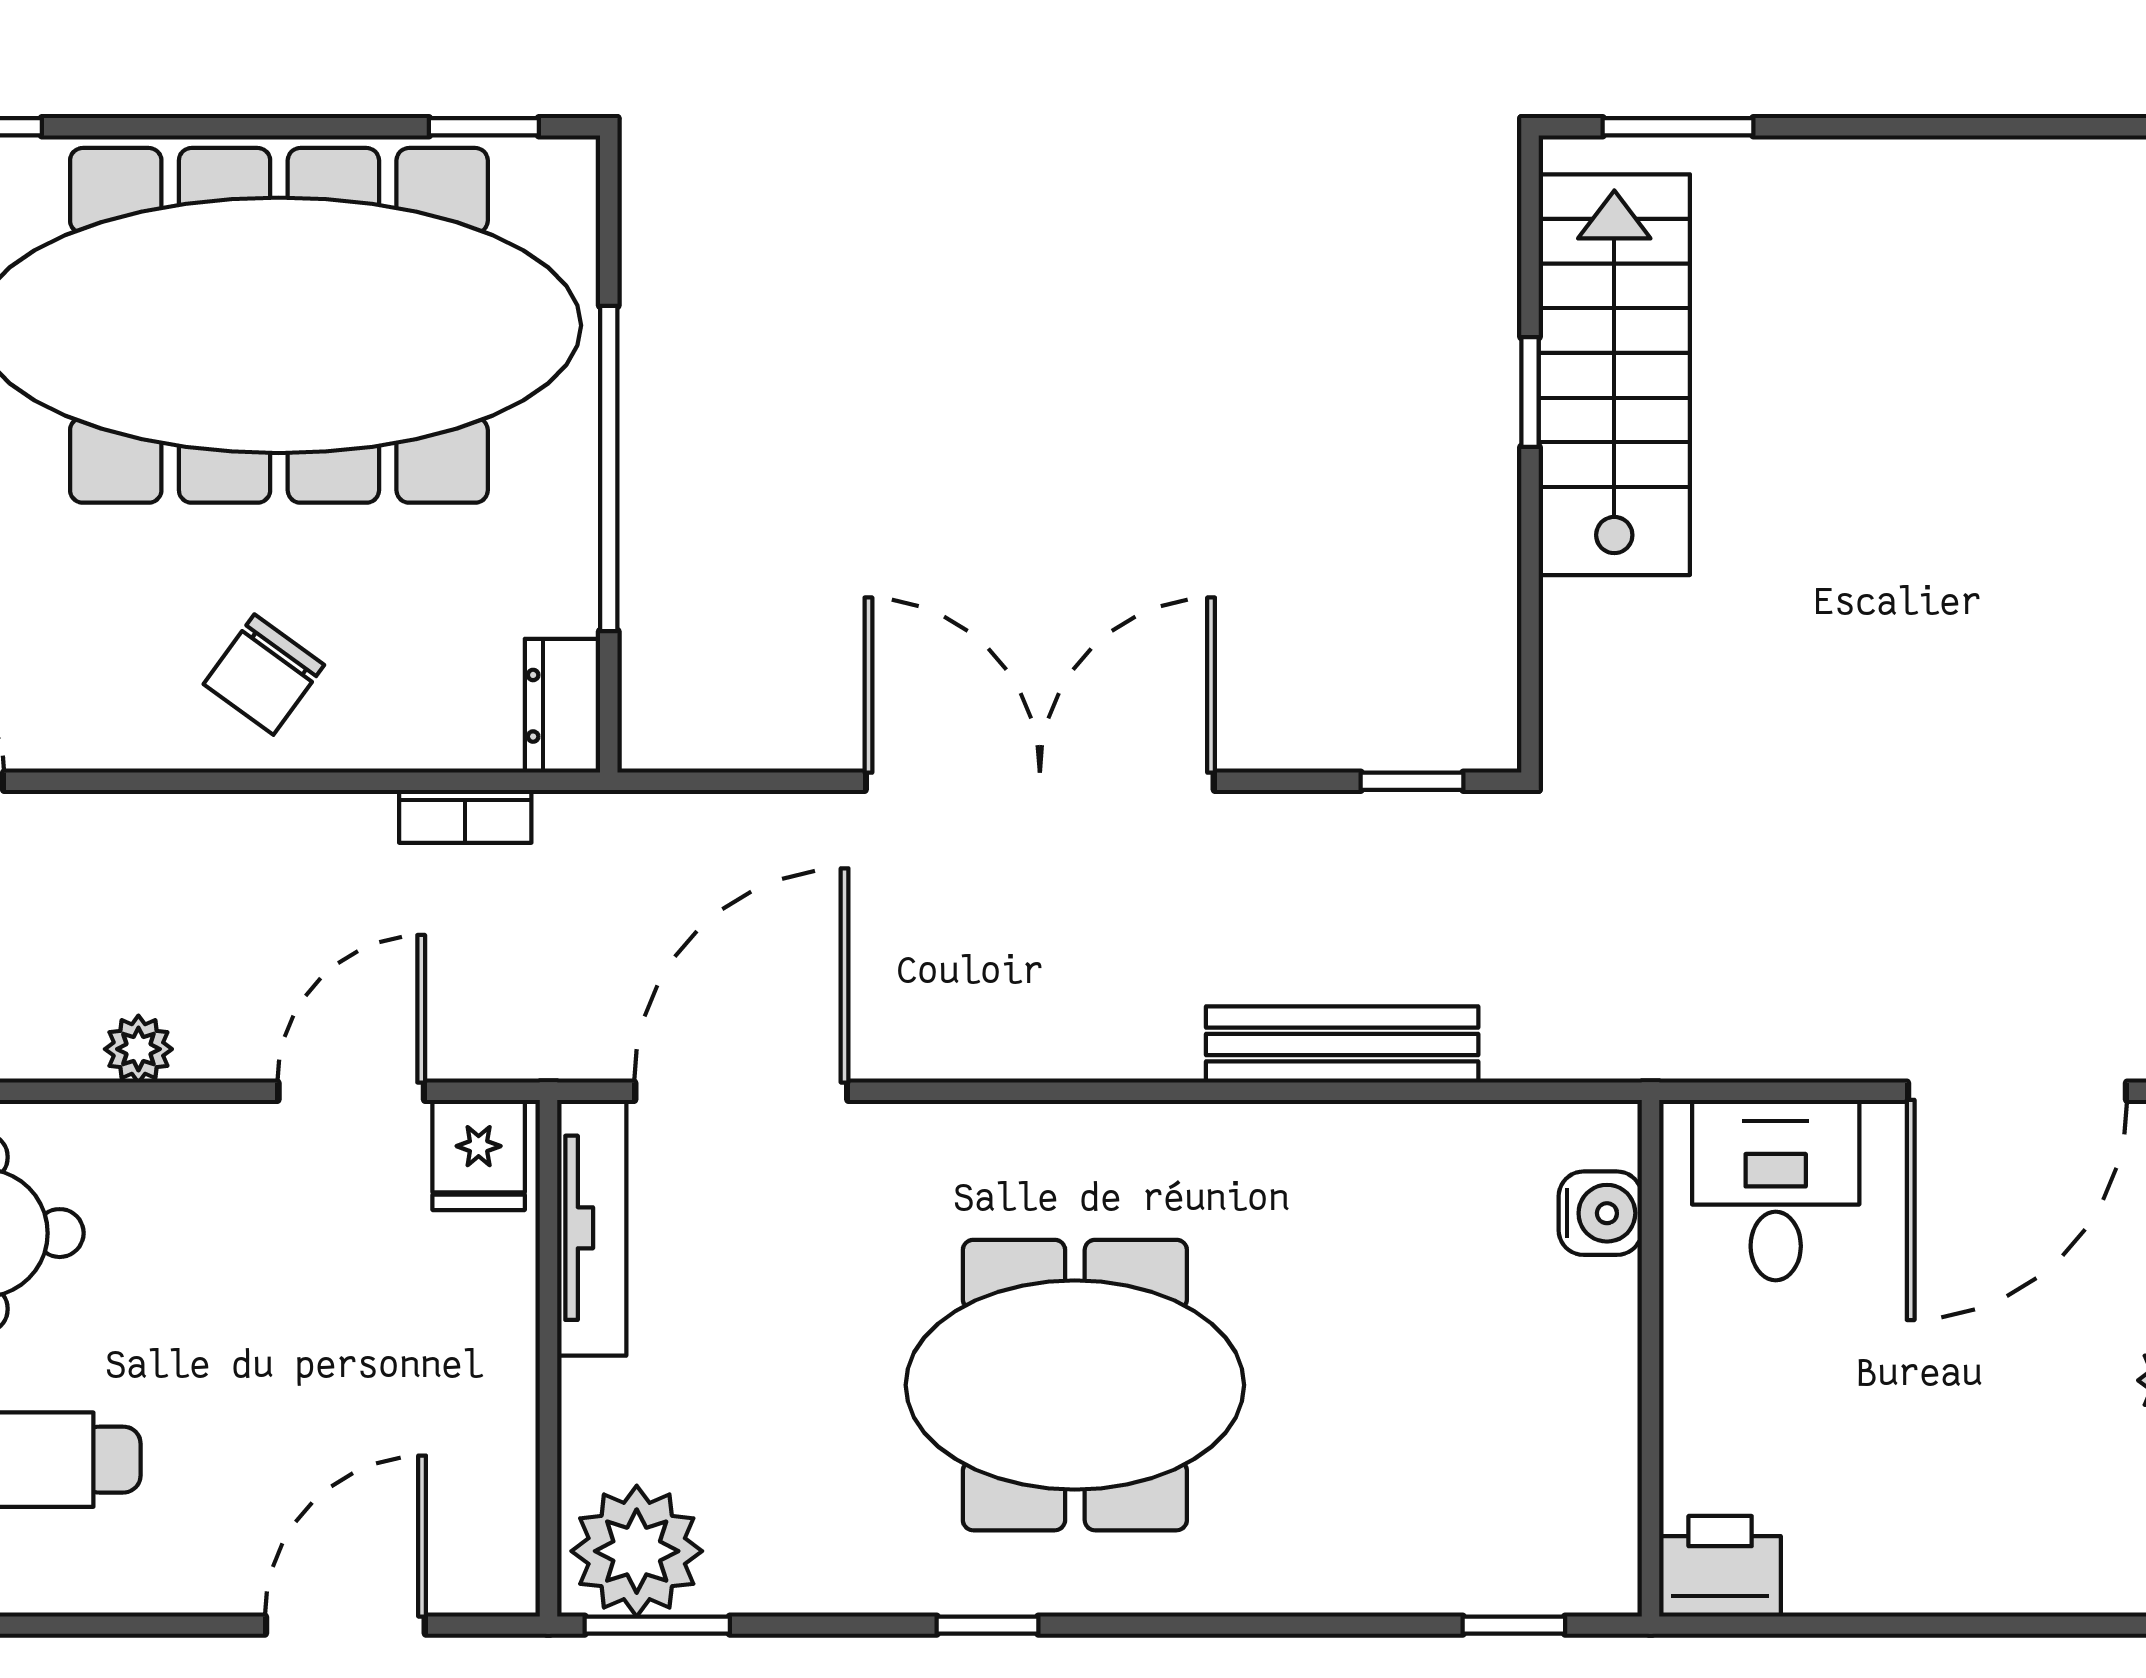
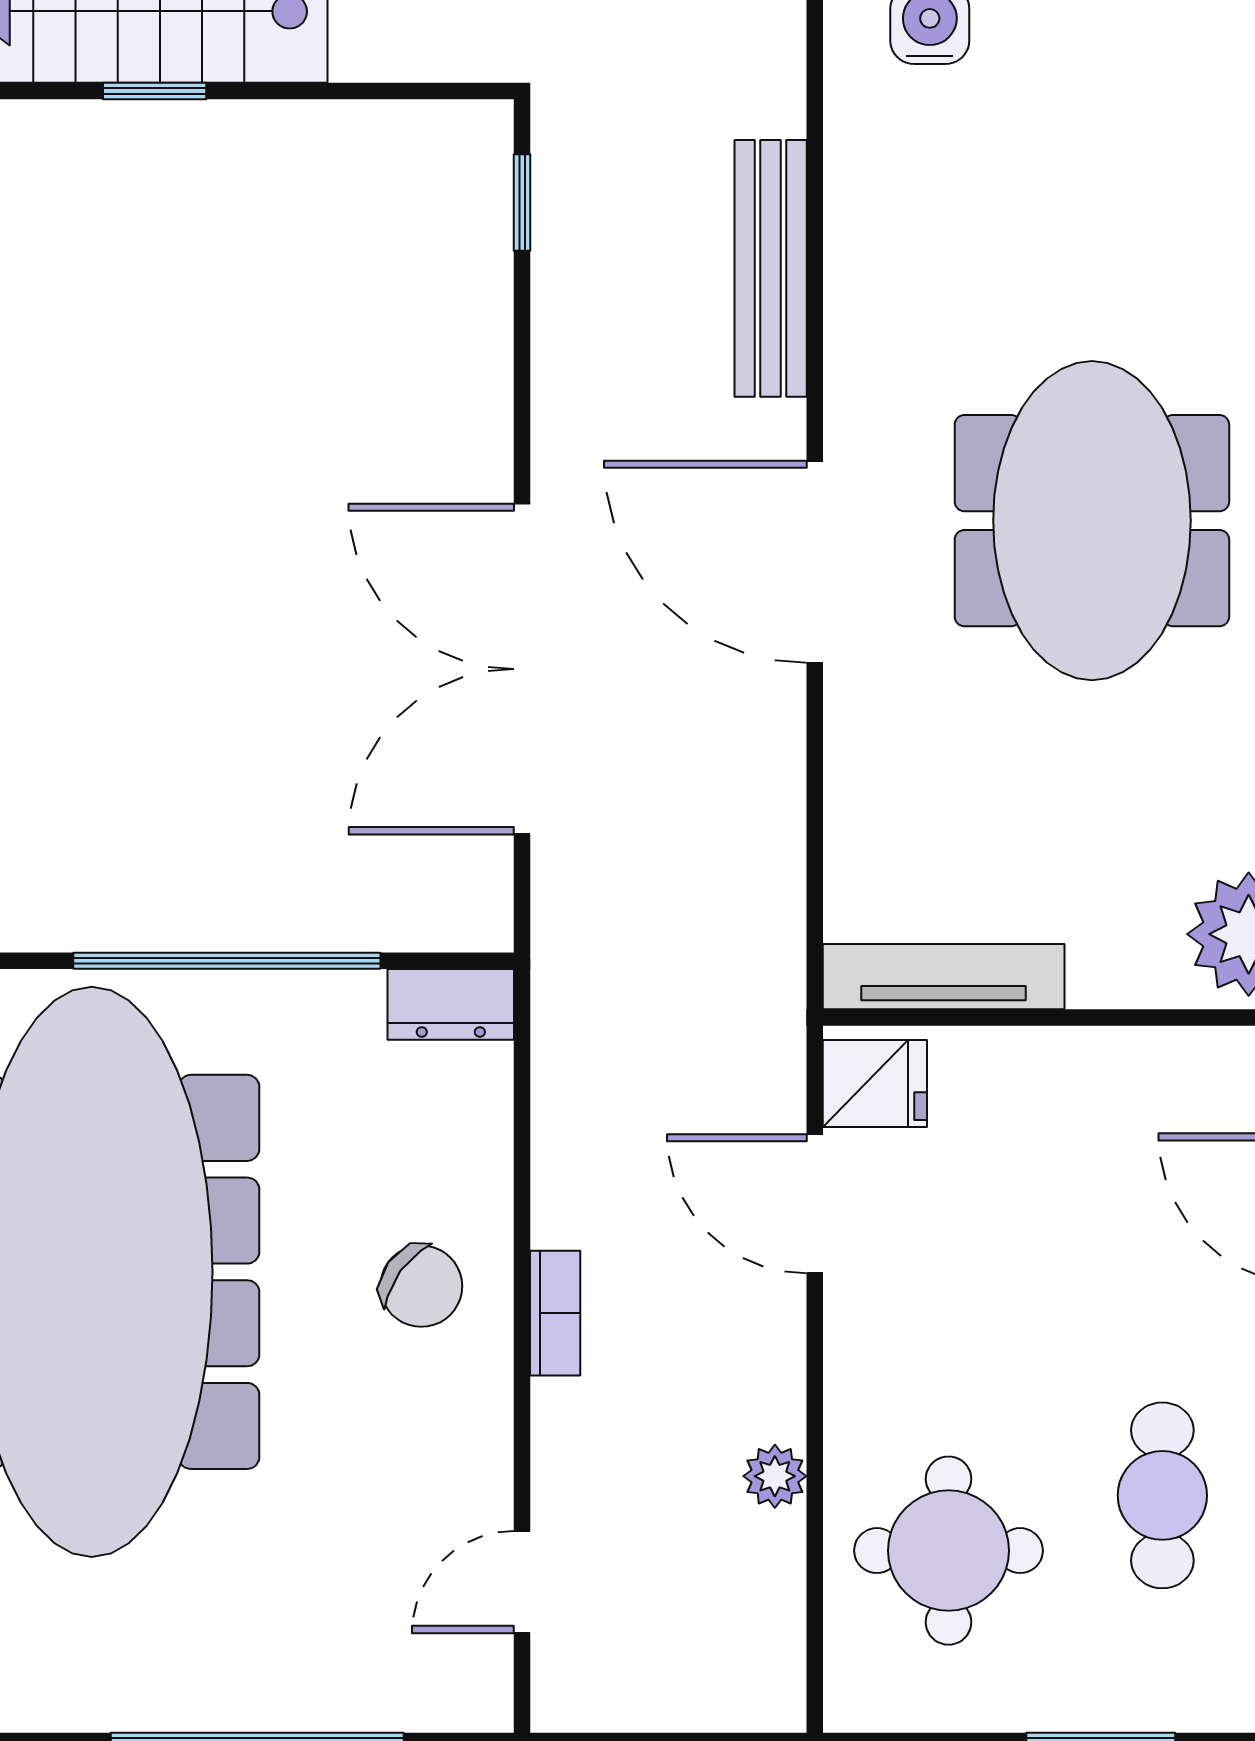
double door: (1040, 781) -> (522, 669), moved
bookcase: (465, 816) -> (555, 1313), moved
plant: (138, 1049) -> (775, 1476), moved
door: (741, 1091) -> (815, 562), moved

